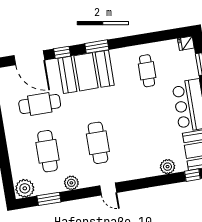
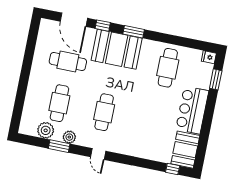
cafe table: (147, 71) -> (168, 68), width x1.37, depth x1.35
plant: (168, 167) -> (154, 154), removed
plant: (25, 188) -> (46, 130), moved
window: (49, 199) -> (59, 146), moved

